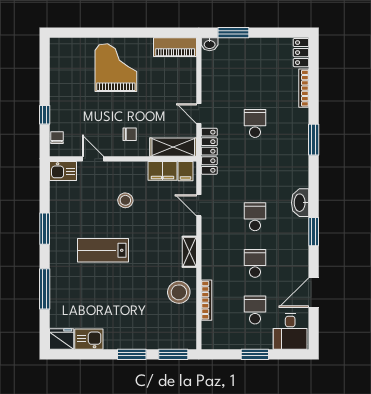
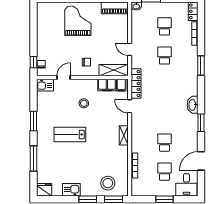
window: (45, 115) -> (34, 62), moved
locker: (209, 151) -> (136, 83), moved
door: (93, 159) -> (64, 77), hinge flipped
school desk: (255, 217) -> (165, 26), moved
stool: (179, 292) -> (108, 183), moved
kitchen sink: (89, 339) -> (71, 190), moved

